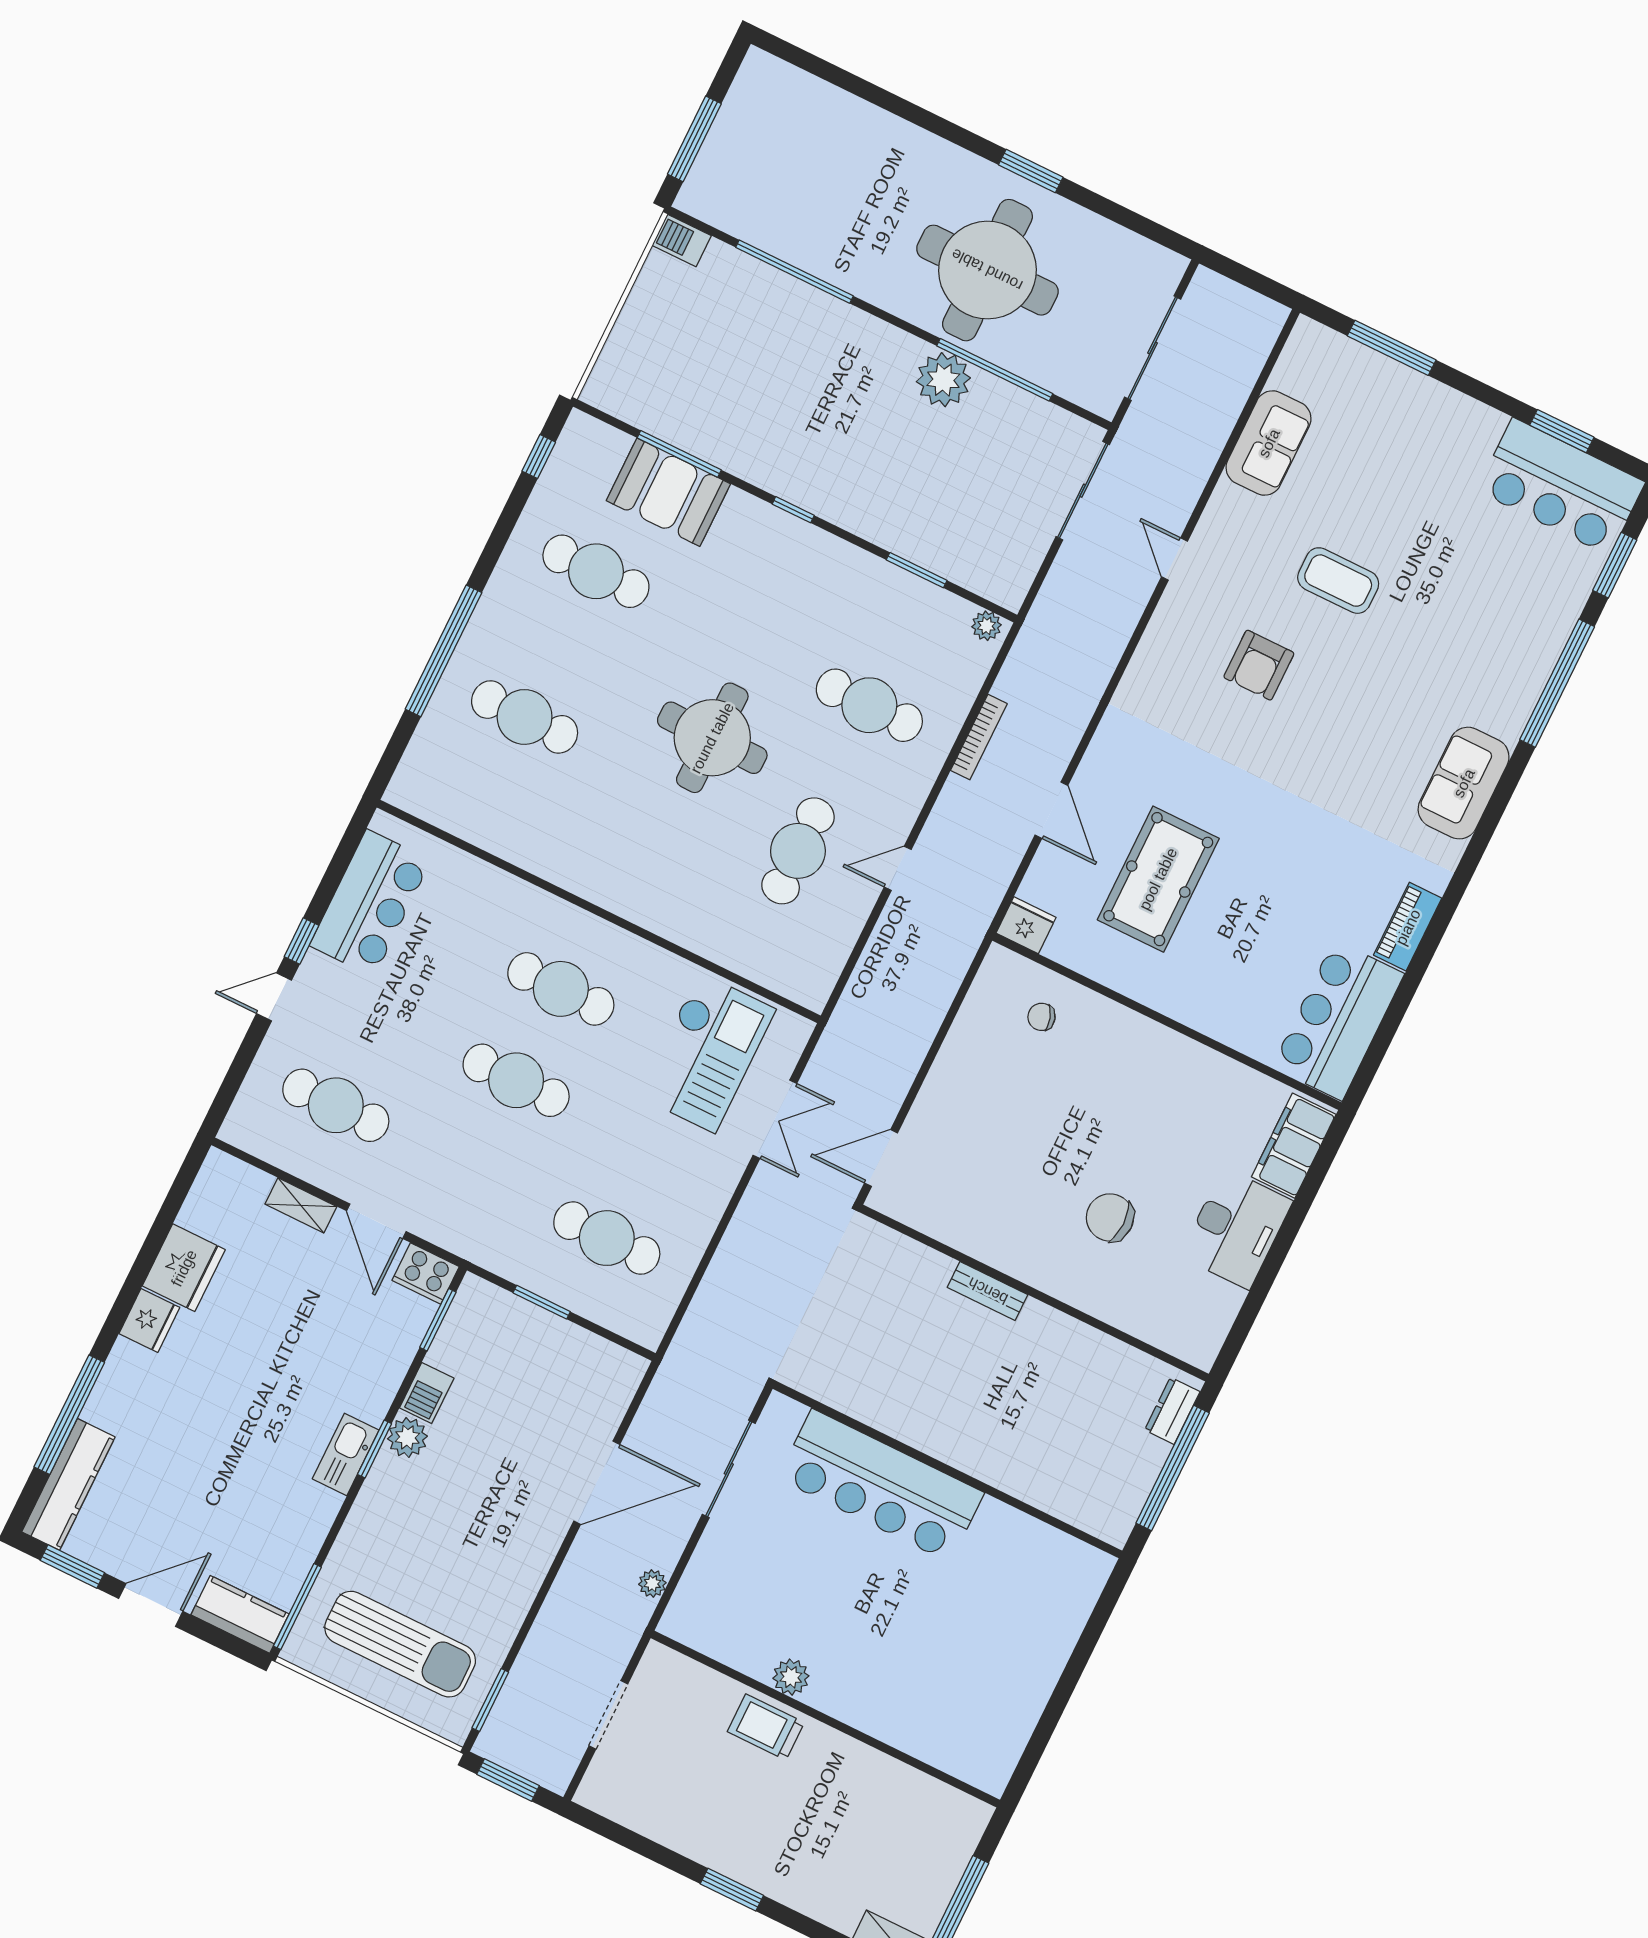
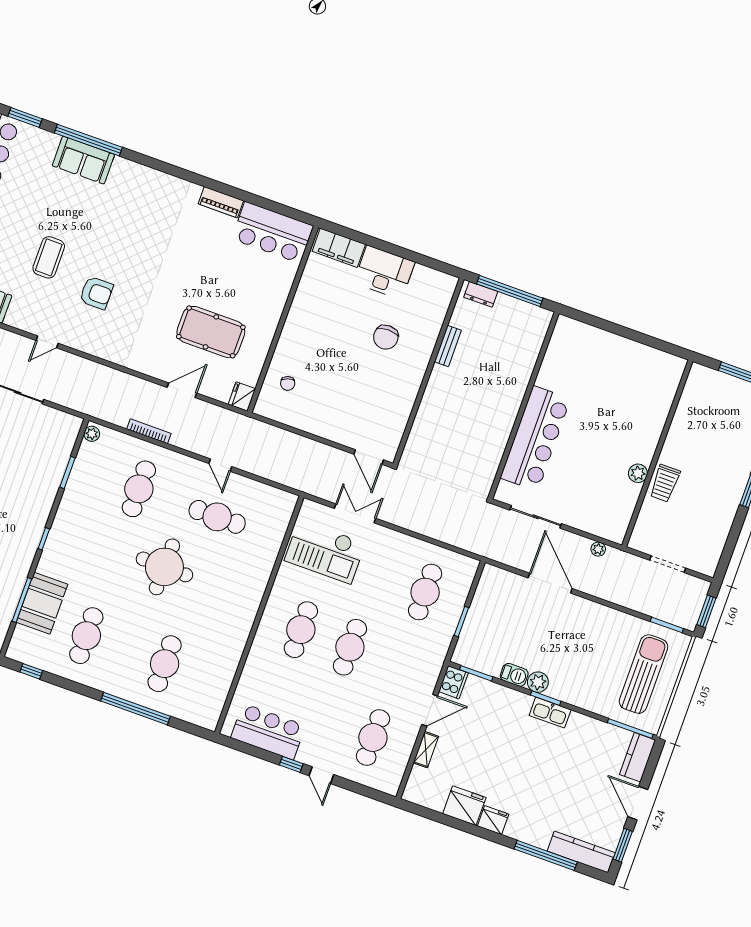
sofa: (1464, 783) -> (83, 160), moved
checkout: (707, 1053) -> (325, 552), turned 180
bench: (988, 1291) -> (448, 346), moved

